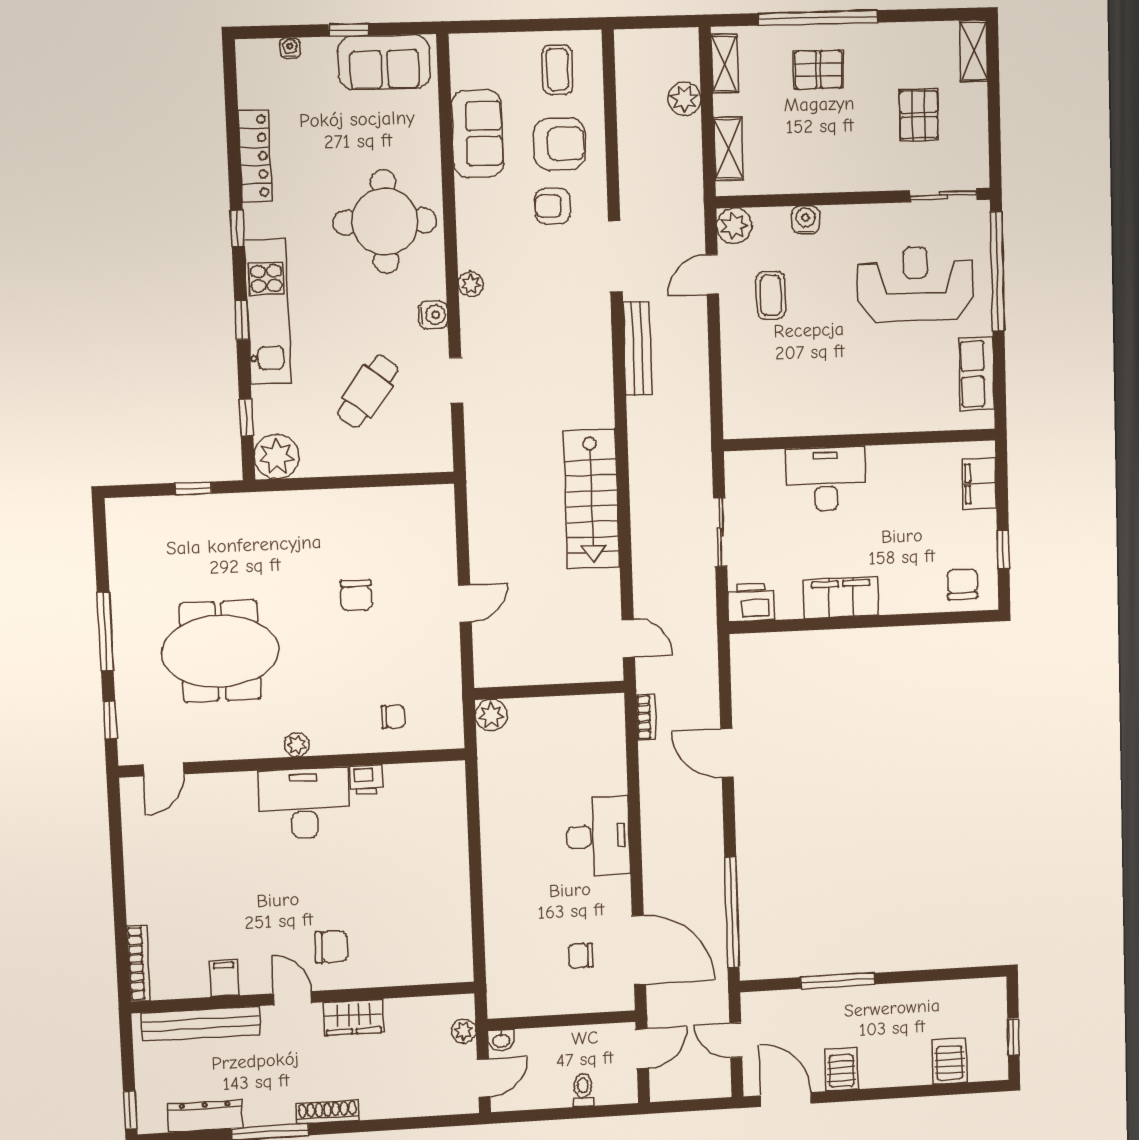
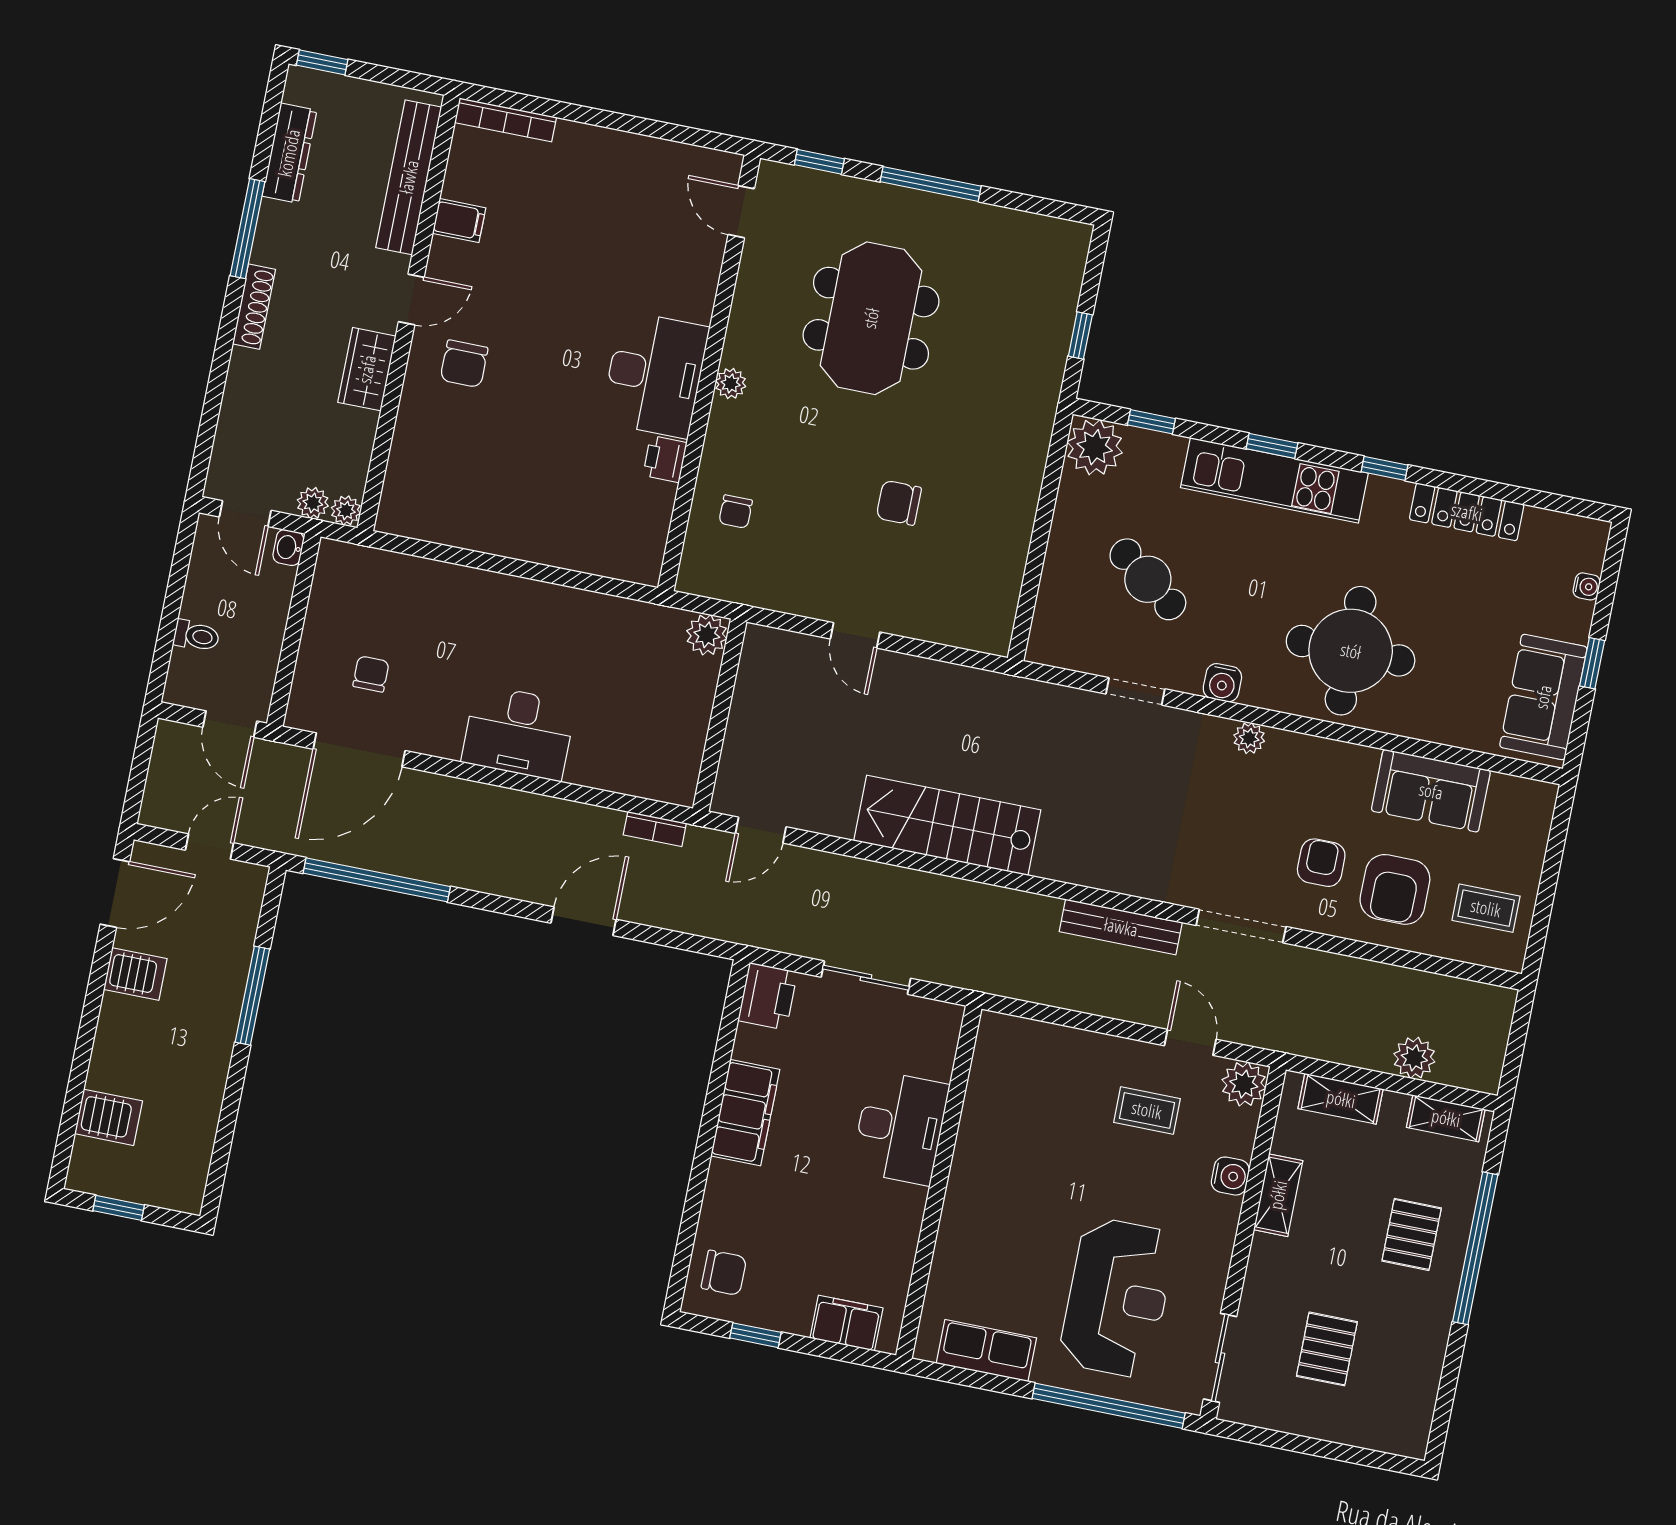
shelving: (973, 51) -> (1278, 1195), moved, turned 90
pallet: (919, 115) -> (1327, 1349), turned 90
plant: (463, 1005) -> (346, 511), added

